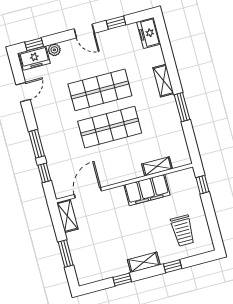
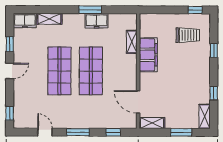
plant: (54, 50) -> (18, 98), removed
freezer: (35, 58) -> (97, 21), moved, turned 90
shelving: (163, 81) -> (49, 19), moved
window: (37, 144) -> (78, 132), moved
window: (203, 185) -> (195, 10), moved
shelving: (144, 262) -> (205, 116), moved

